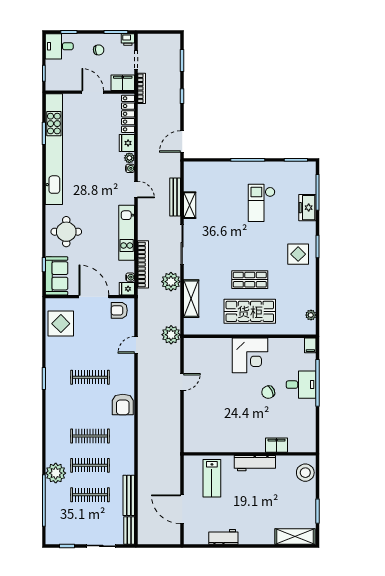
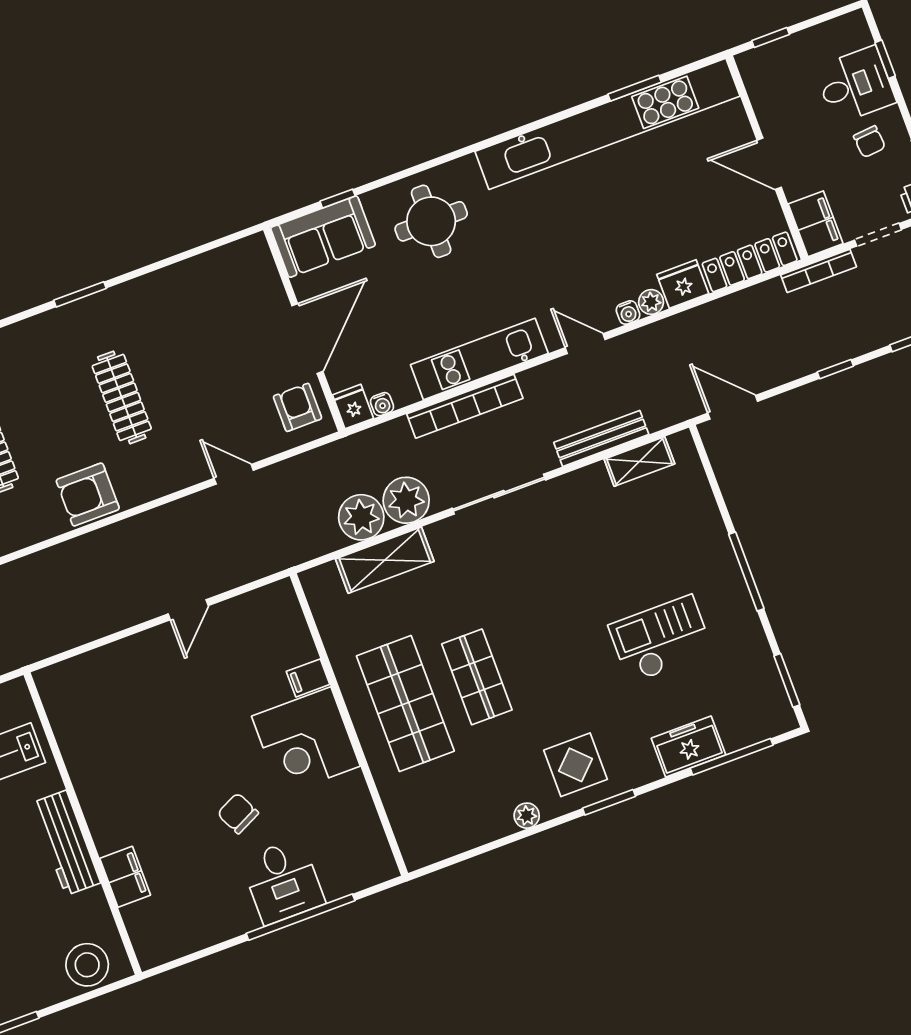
desk: (59, 46) -> (855, 85), moved, turned 90
door: (93, 92) -> (769, 164), swing flipped
door: (136, 190) -> (585, 344), swing flipped
shelving: (190, 205) -> (639, 461), moved
bookcase: (143, 264) -> (465, 406), moved
plant: (311, 315) -> (527, 816), moved
display table: (61, 324) -> (219, 286), removed
plant: (171, 335) -> (361, 517), moved
filing cabinet: (310, 345) -> (308, 678), moved
door: (182, 382) -> (188, 610), hinge flipped

